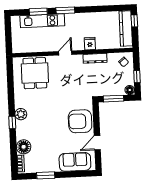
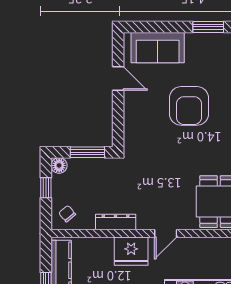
fridge: (90, 44) -> (131, 251), width x1.88, depth x1.34
armchair: (80, 121) -> (189, 106), moved, turned 90
door: (97, 143) -> (118, 78), hinge flipped

